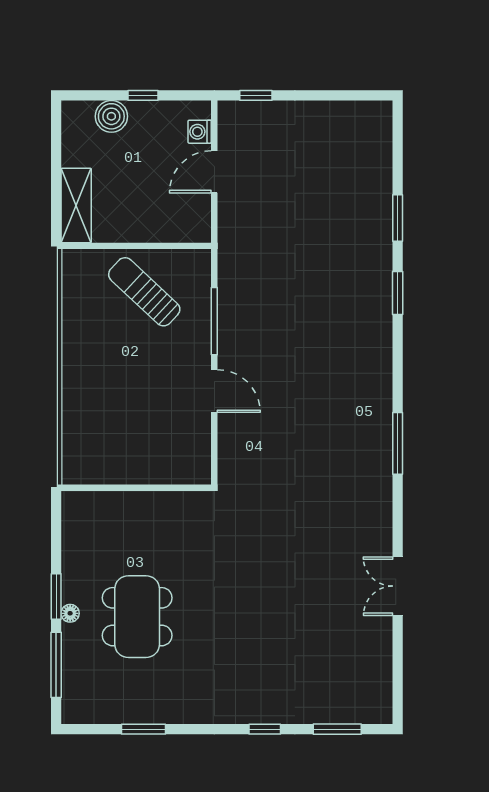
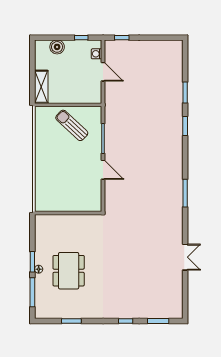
window: (143, 95) -> (81, 38), moved
door: (214, 172) -> (103, 72), swing flipped
double door: (398, 586) -> (185, 257), swing flipped

